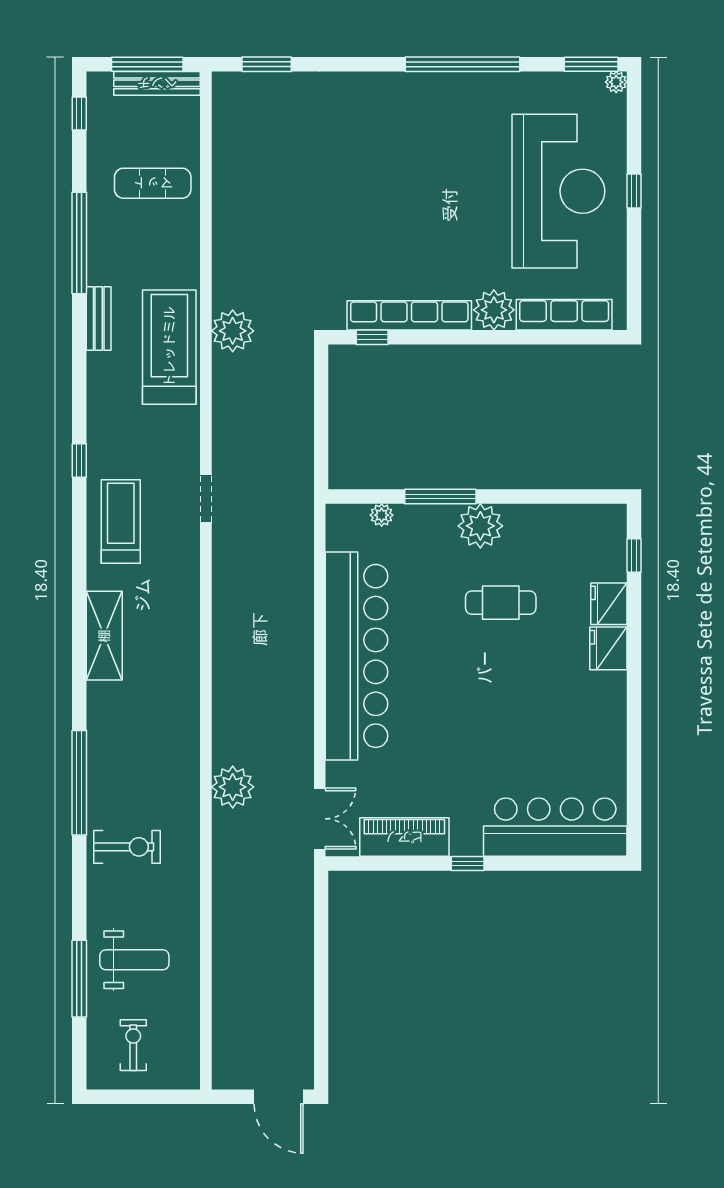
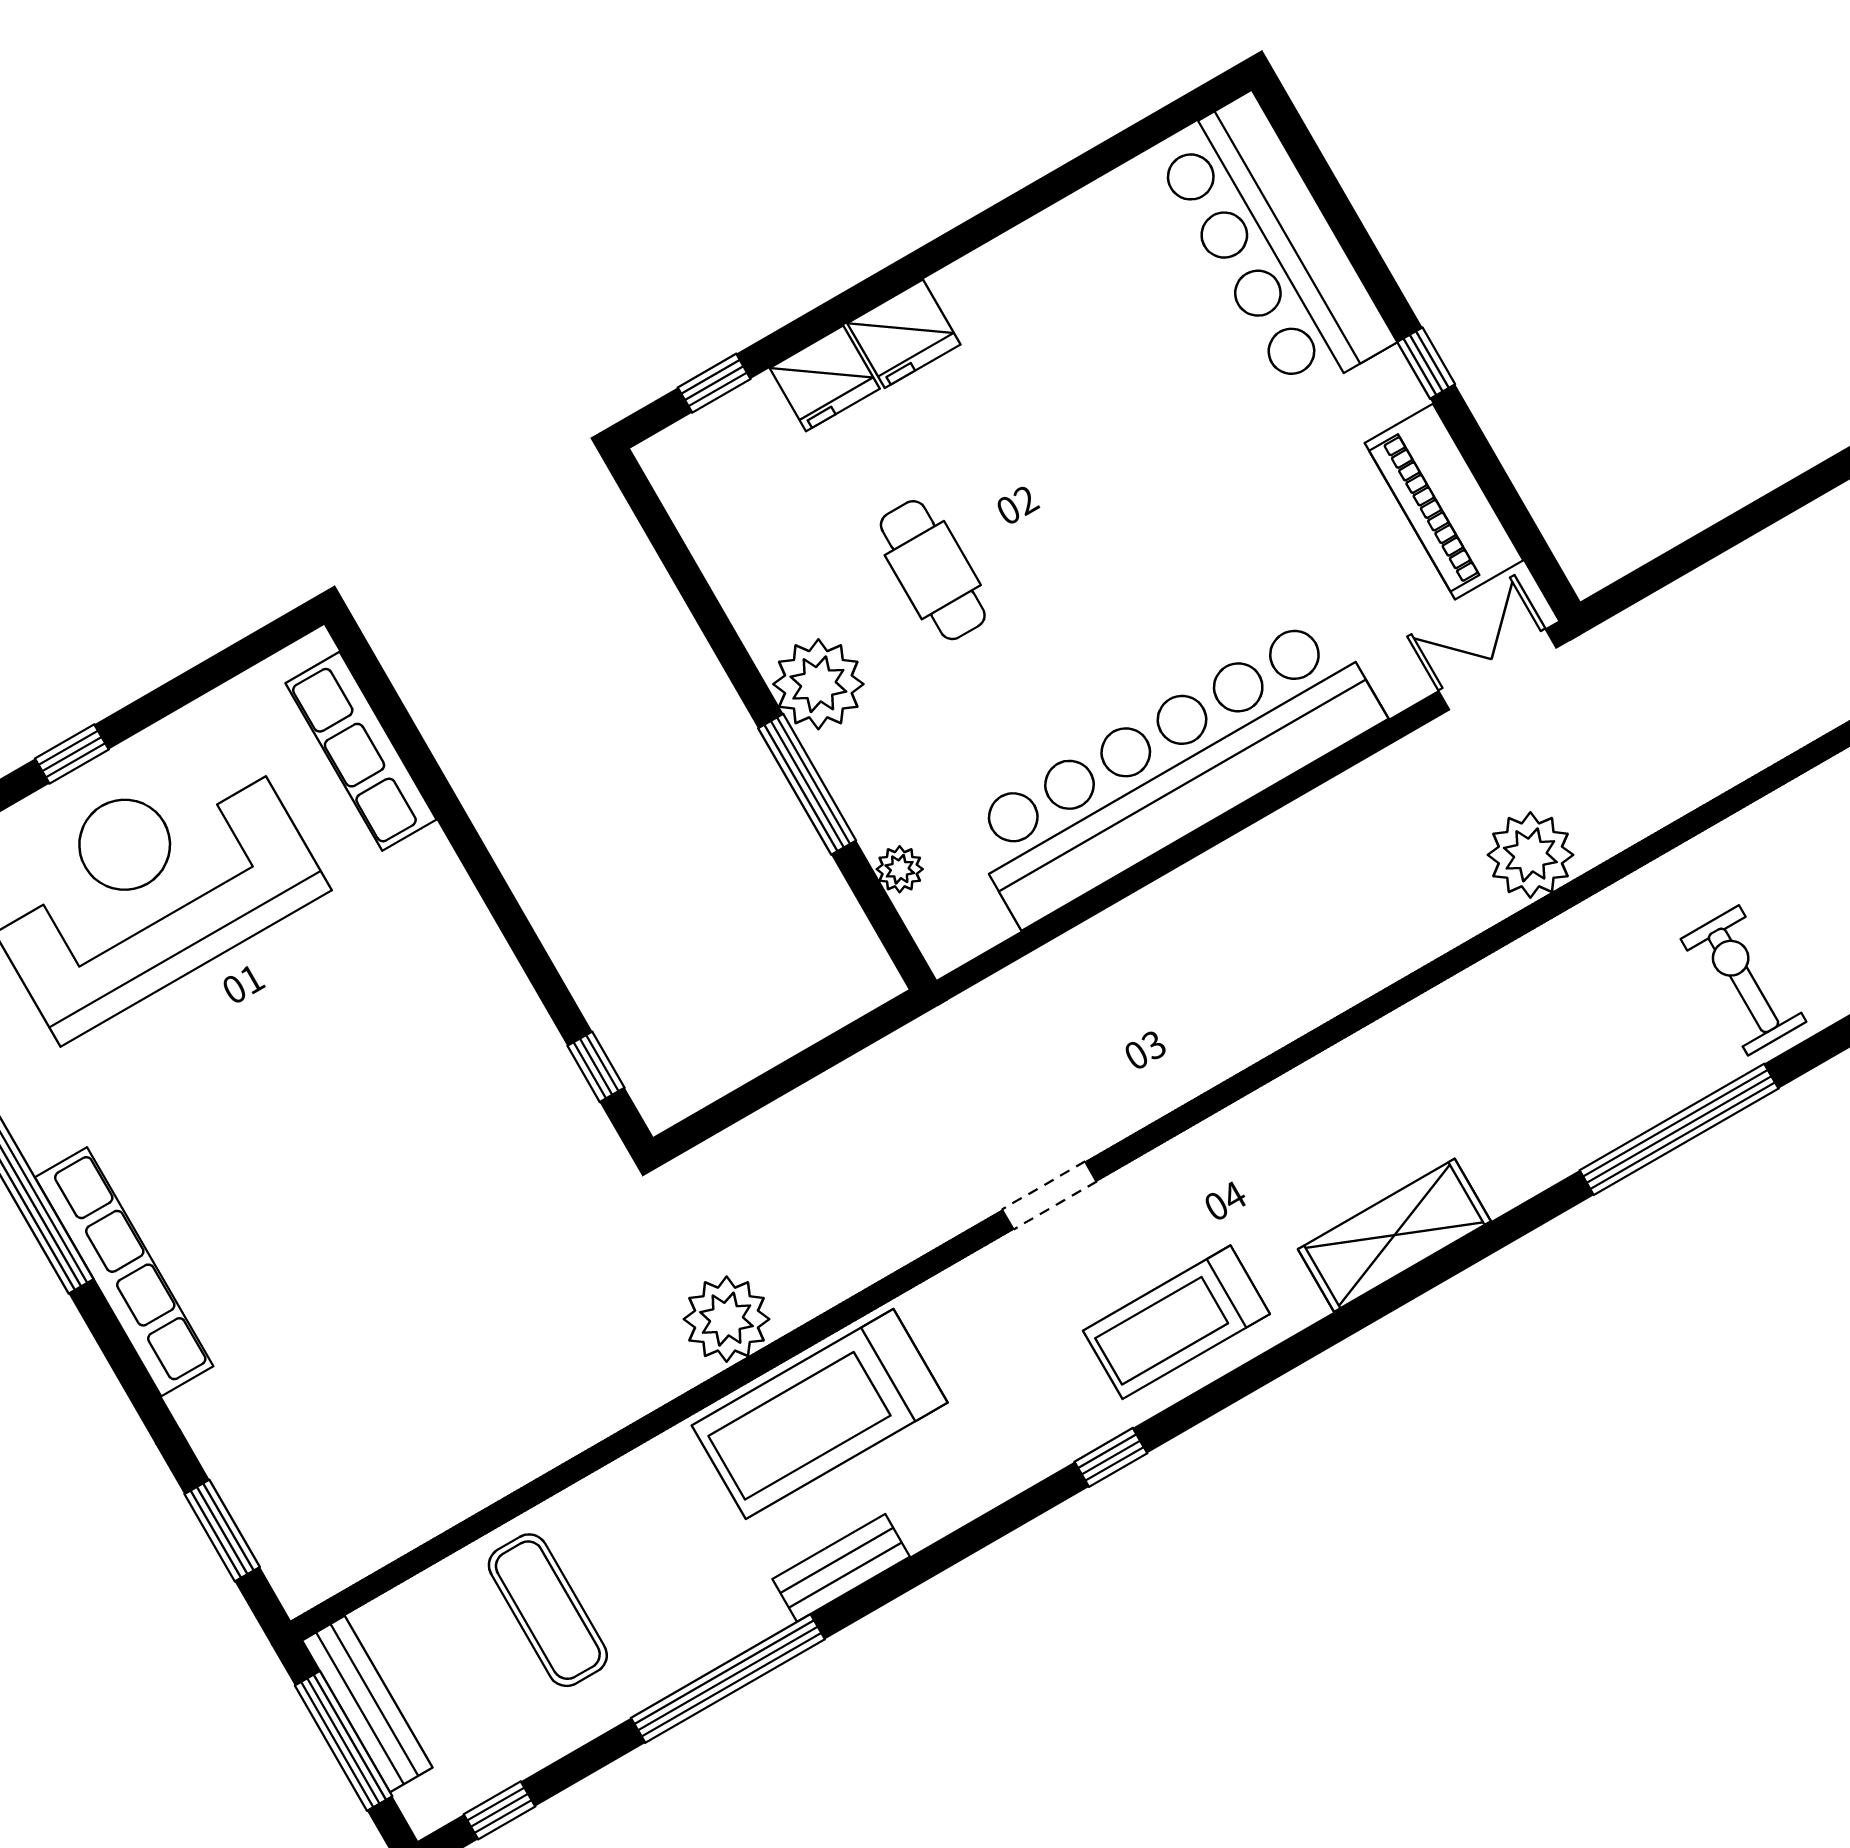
plant: (494, 310) -> (424, 880), removed
row of seats: (409, 315) -> (124, 1272), moved, turned 180

